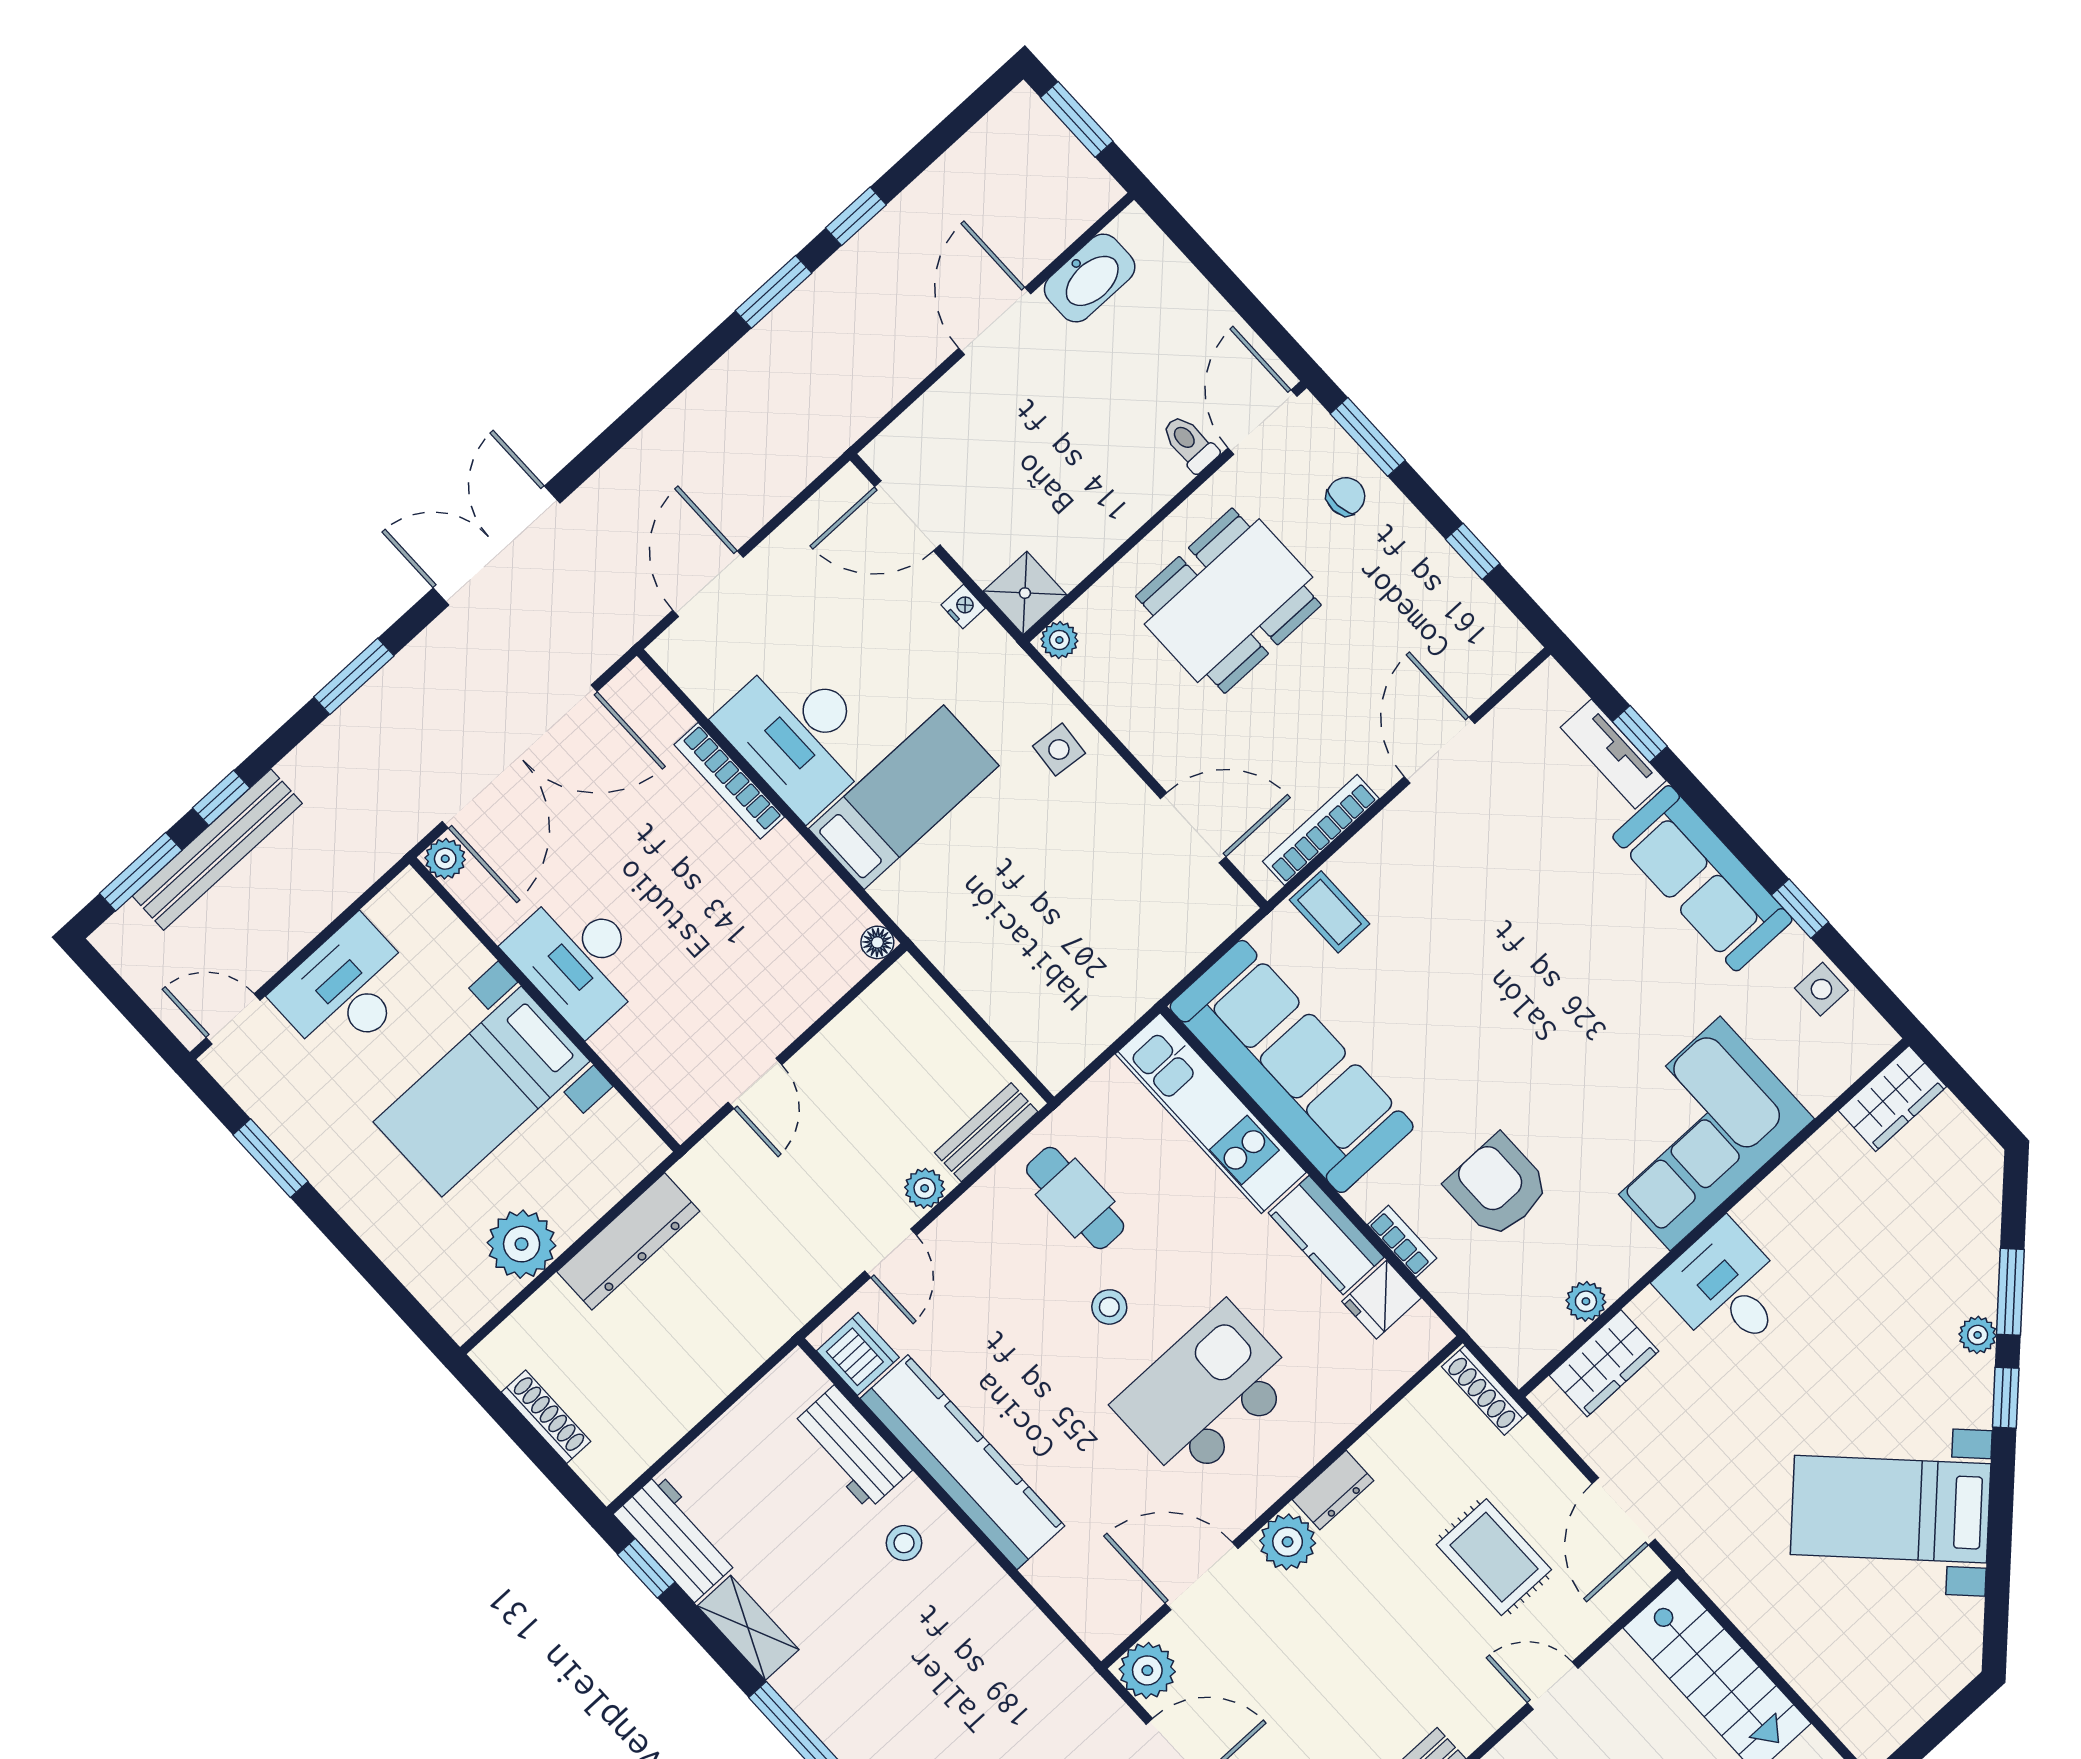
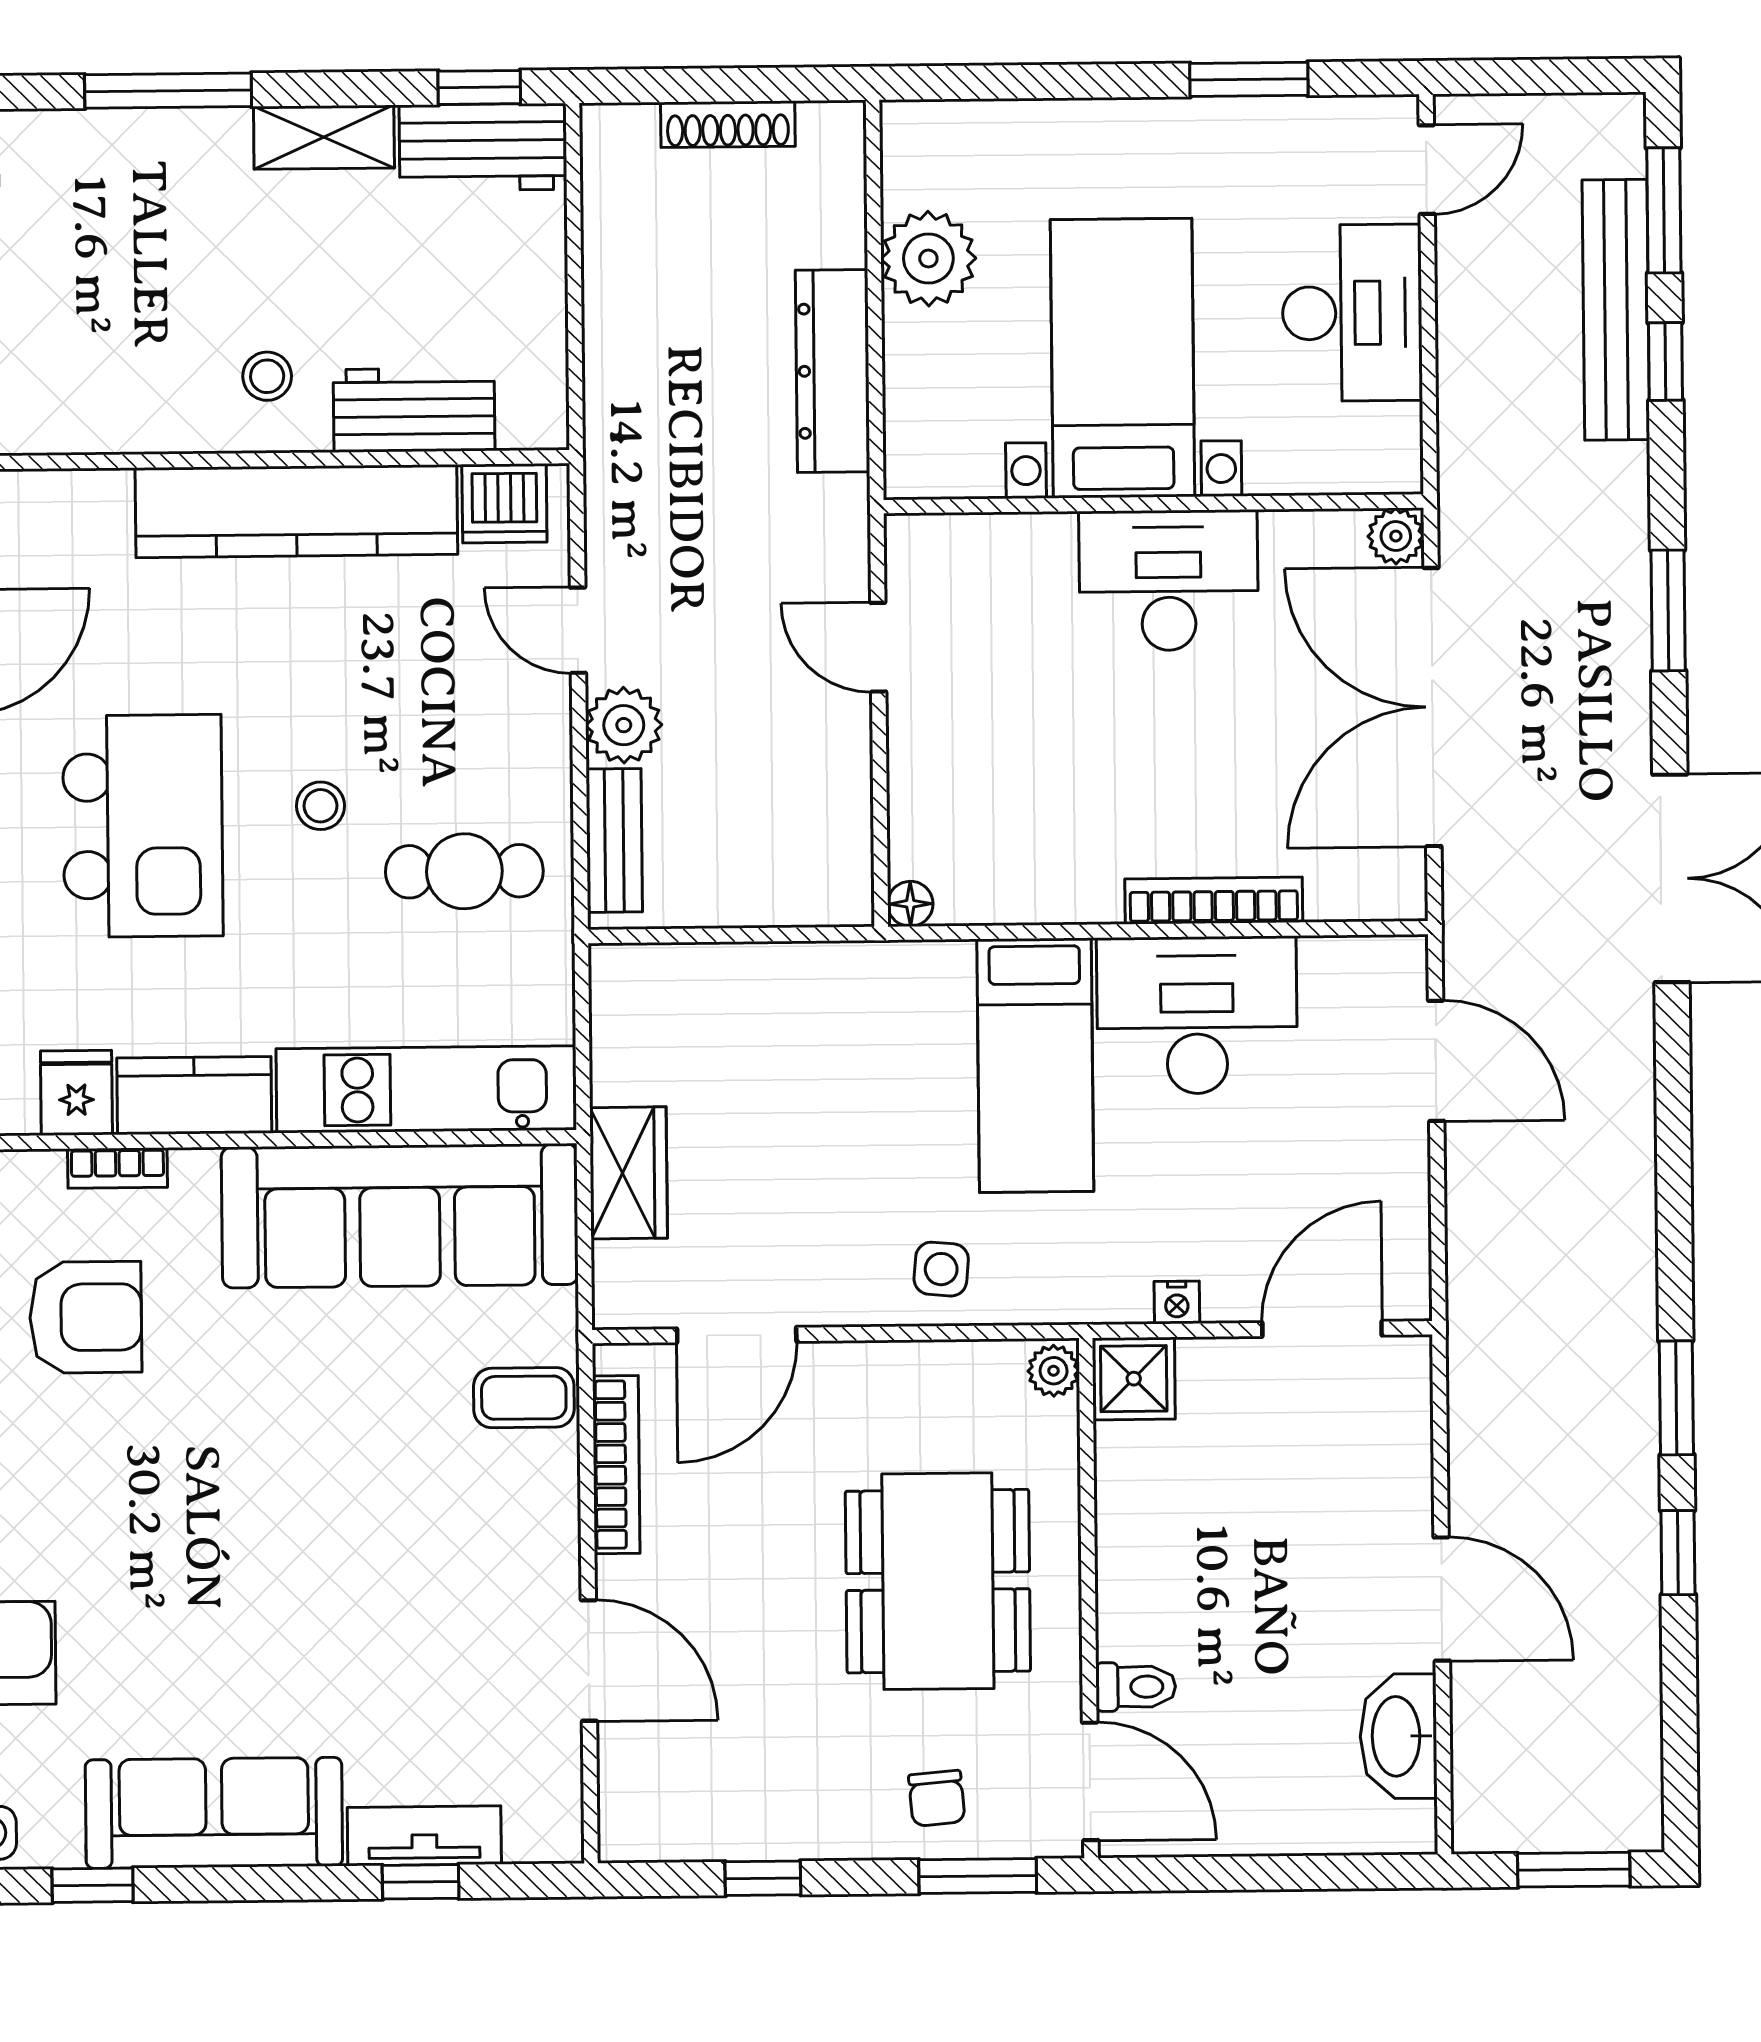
wardrobe: (1158, 964) -> (629, 1173), added
plant: (925, 1188) -> (624, 725), width x1.38, depth x1.38

